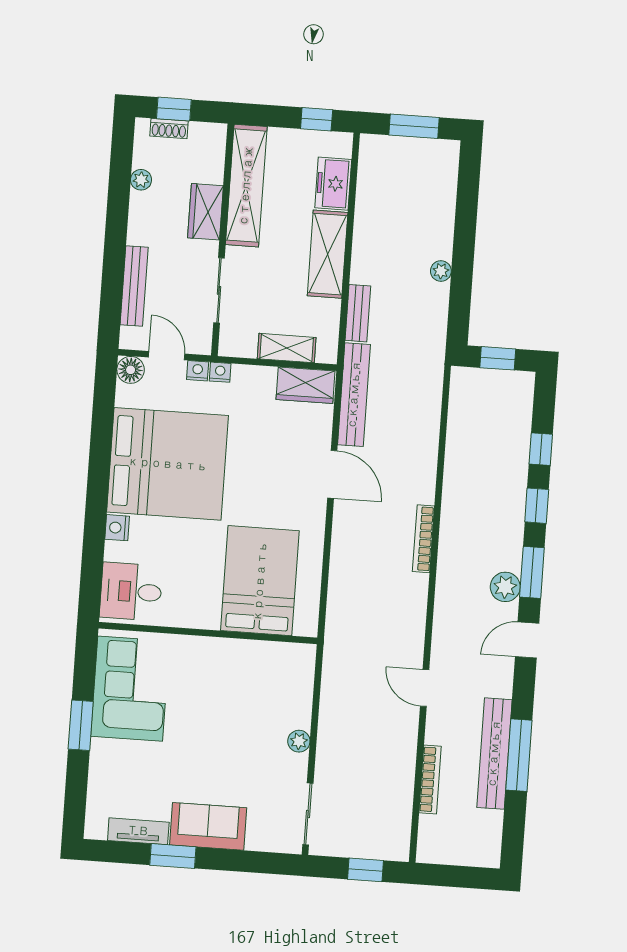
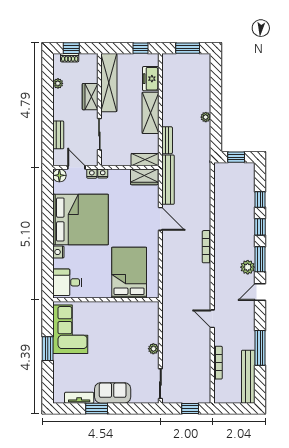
bench: (134, 286) -> (58, 135), width x0.73
shelving: (287, 348) -> (145, 160), moved
bench: (494, 754) -> (248, 377), moved

